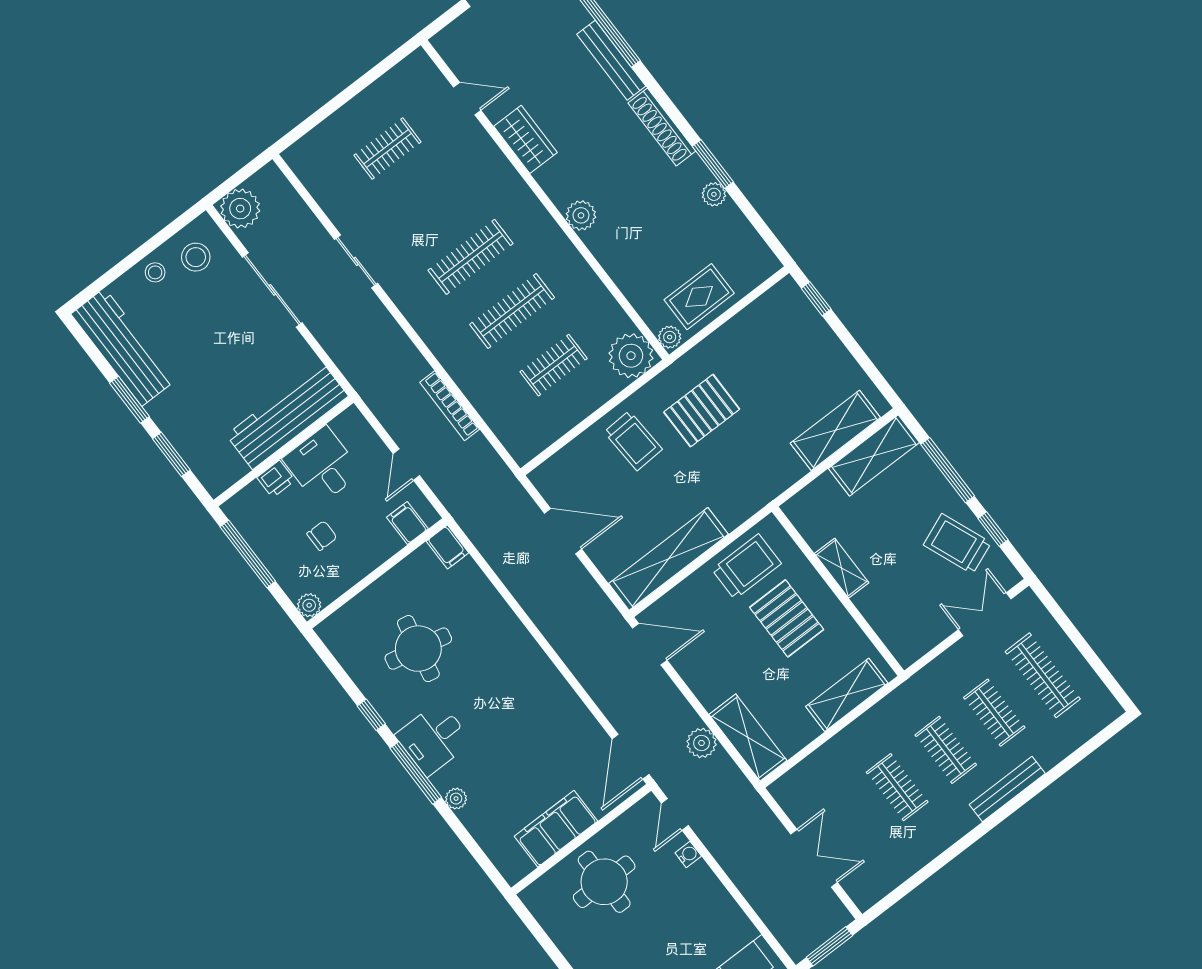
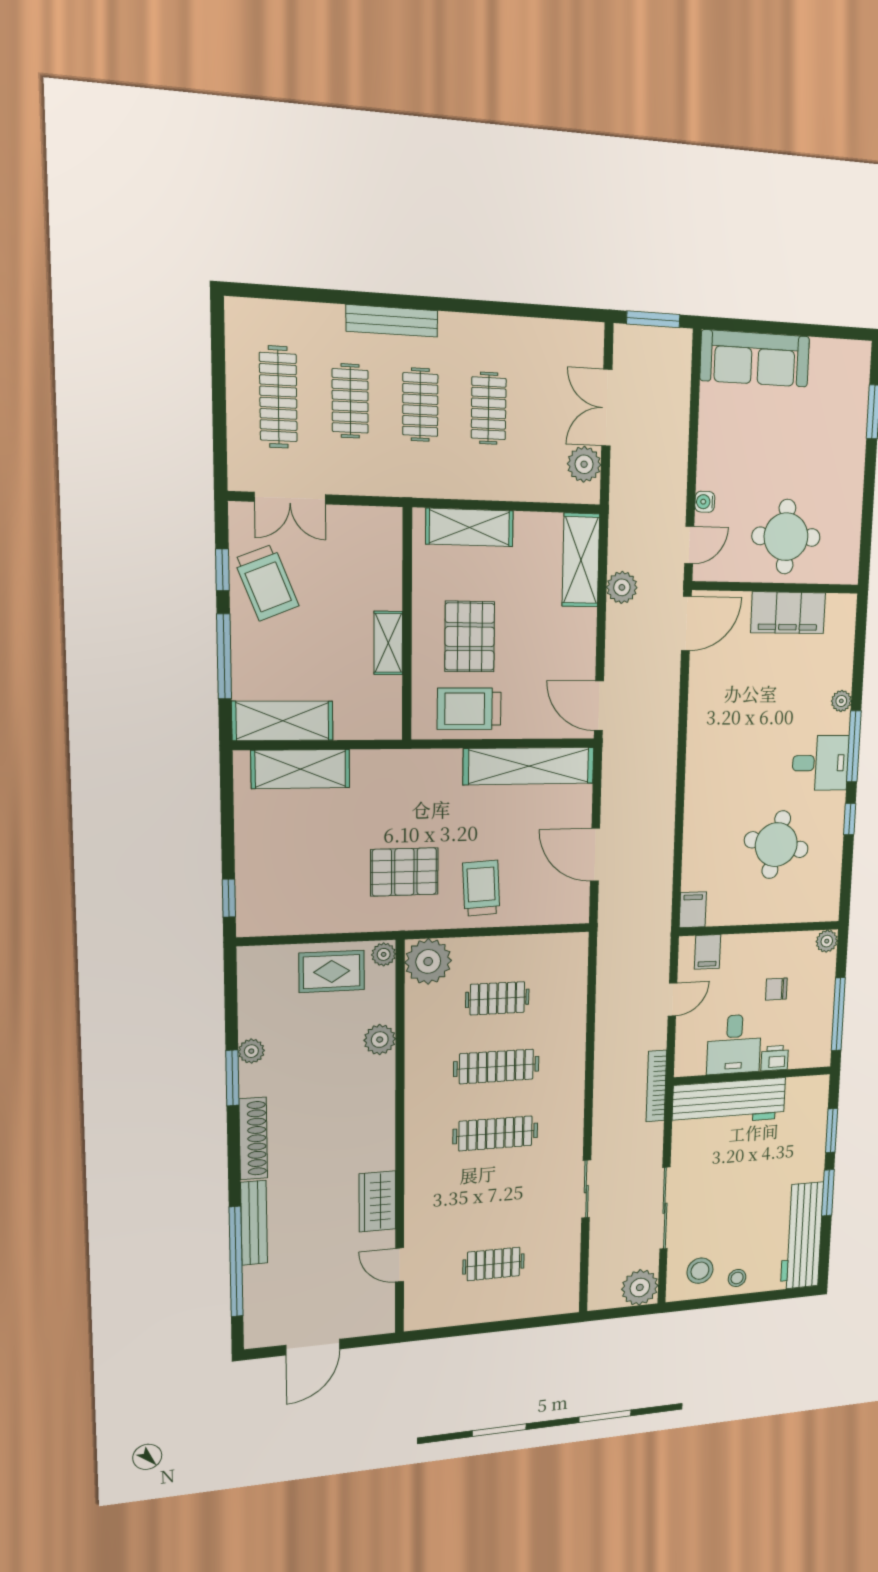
plant: (581, 215) -> (380, 1040), moved
bookcase: (450, 406) -> (656, 1086), moved, turned 180
plant: (799, 806) -> (584, 464), added

